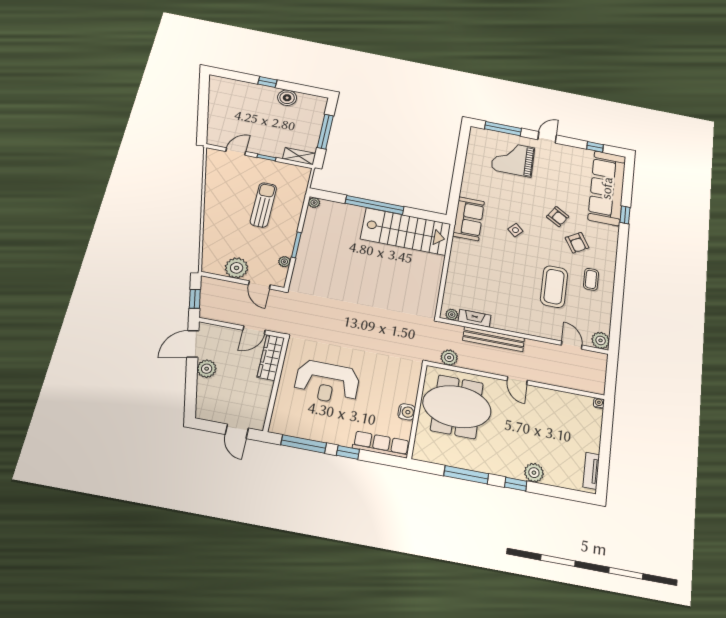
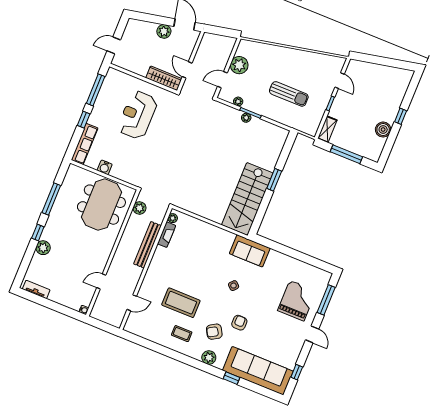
plant: (314, 203) -> (246, 118), moved
window: (375, 205) -> (274, 180), width x0.47
armchair: (558, 217) -> (239, 323), turned 148
window: (195, 299) -> (220, 31), removed
plant: (601, 340) -> (209, 358), moved
door: (517, 381) -> (101, 281), moved

